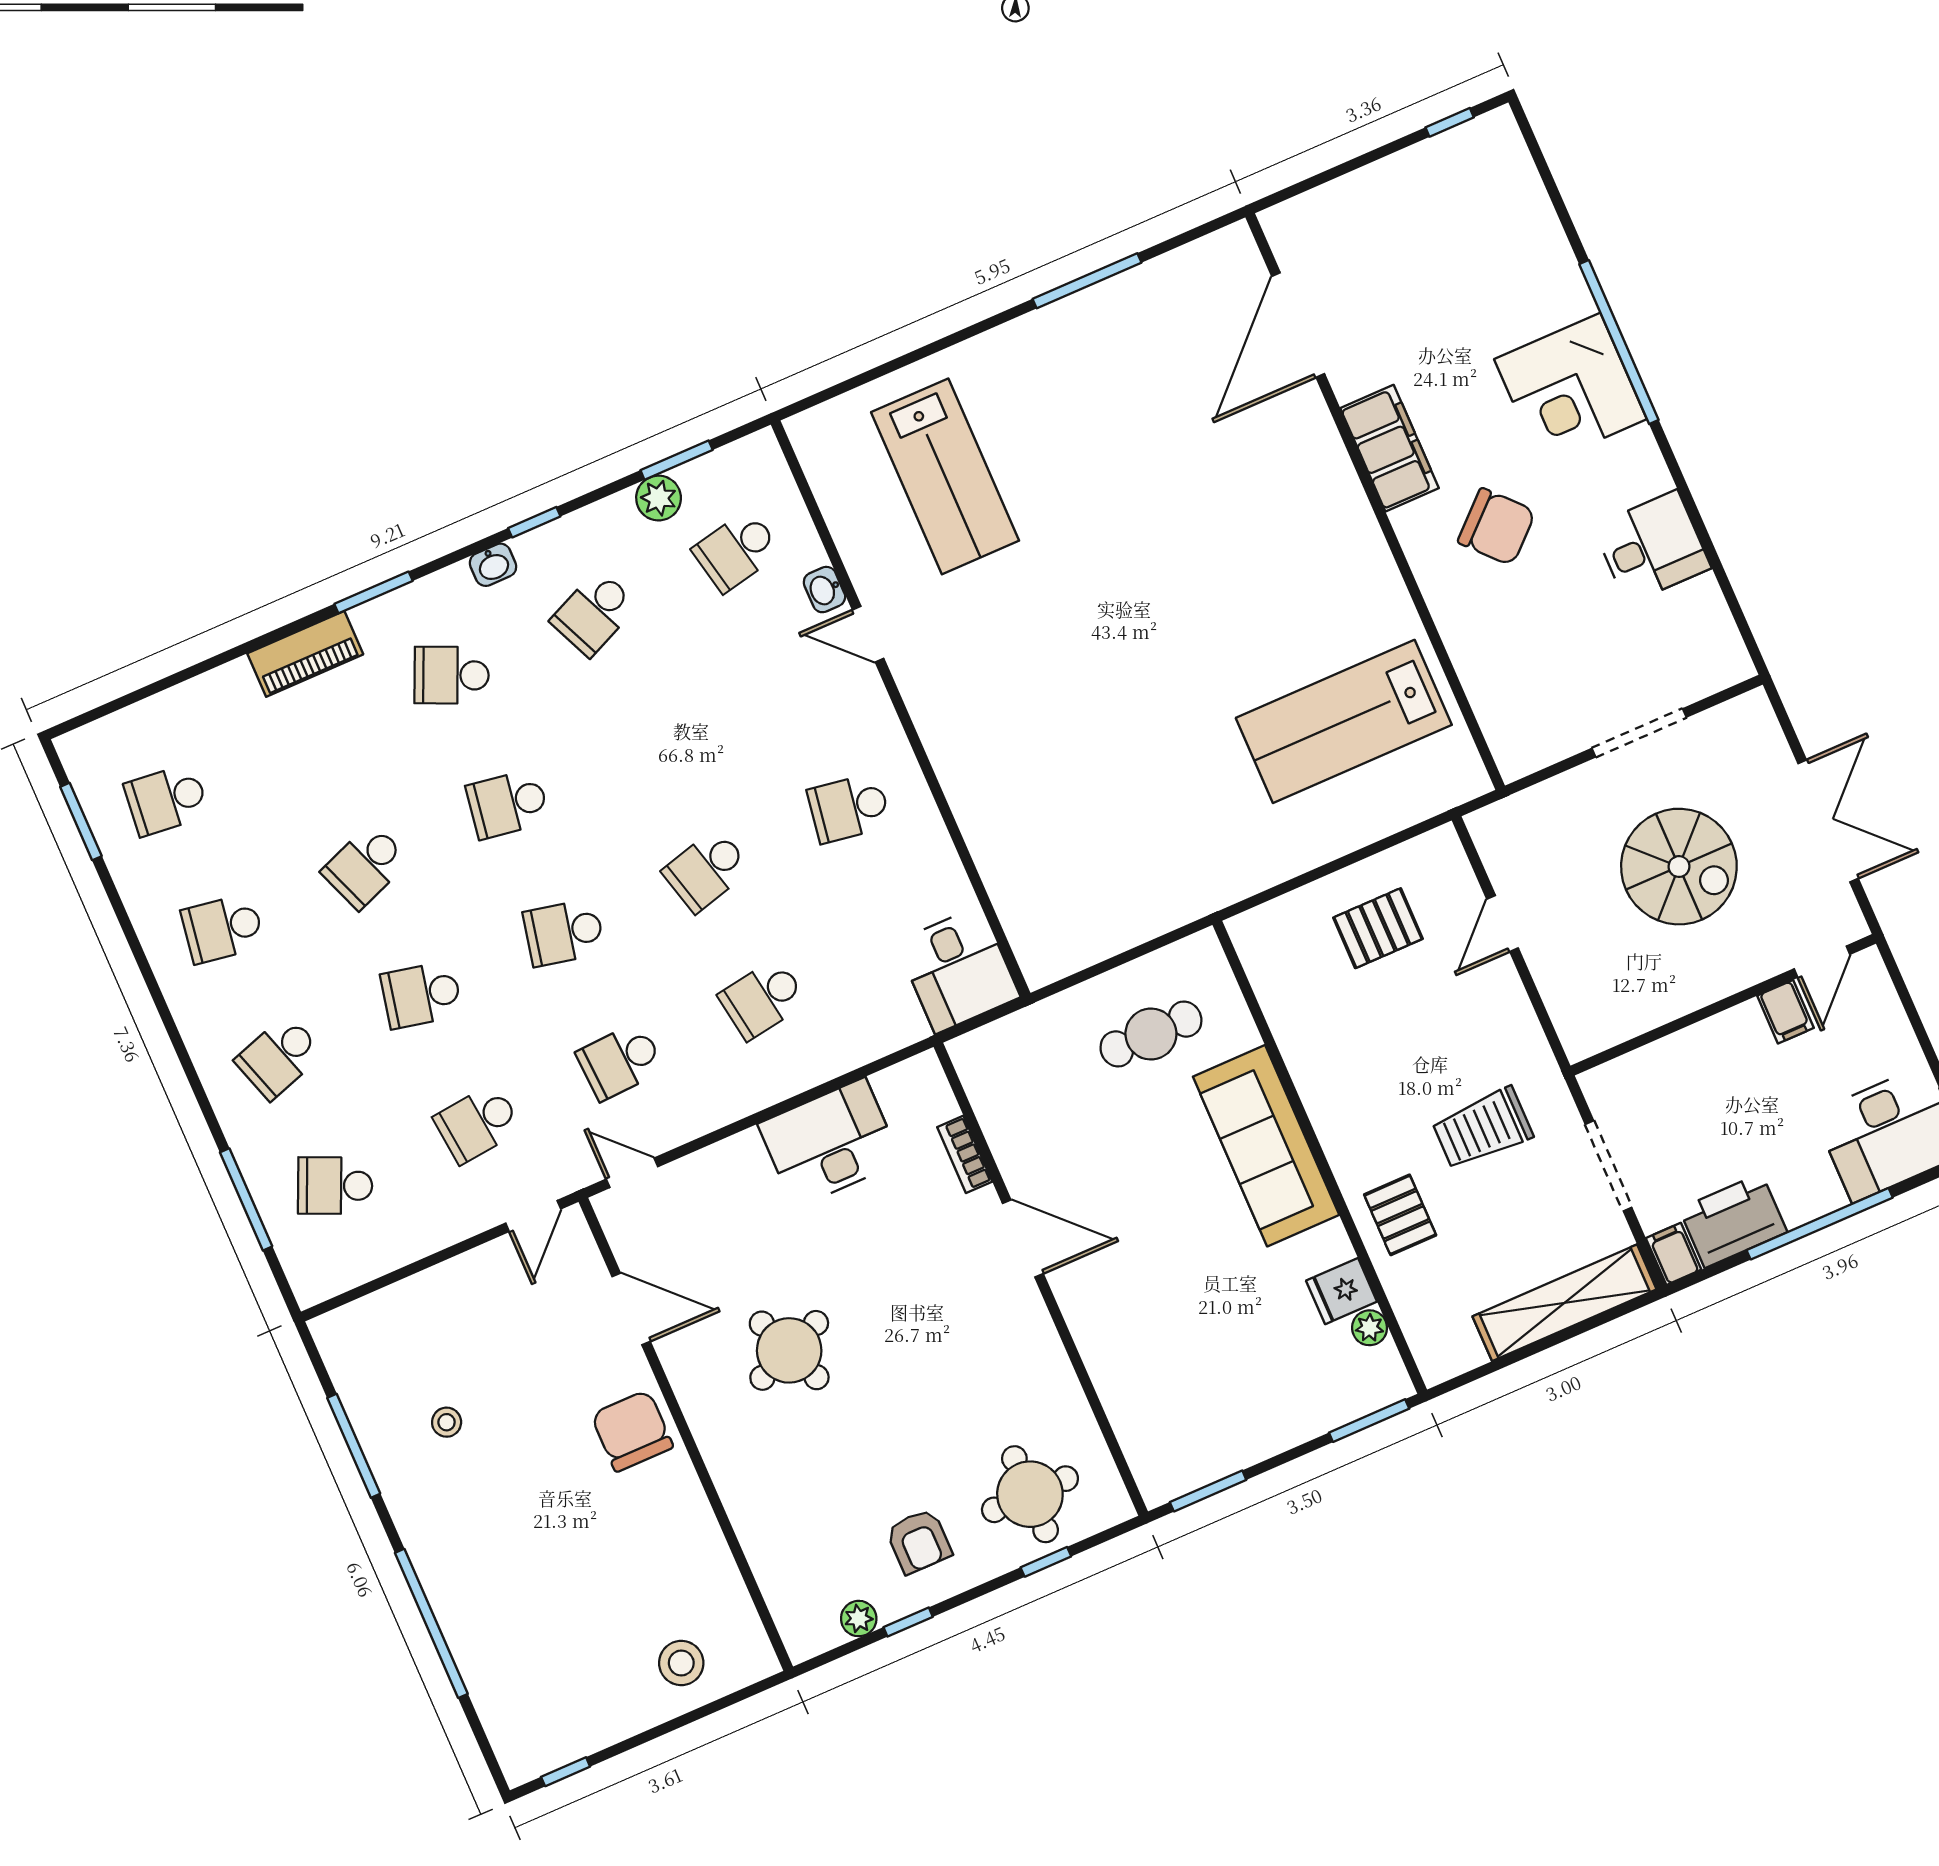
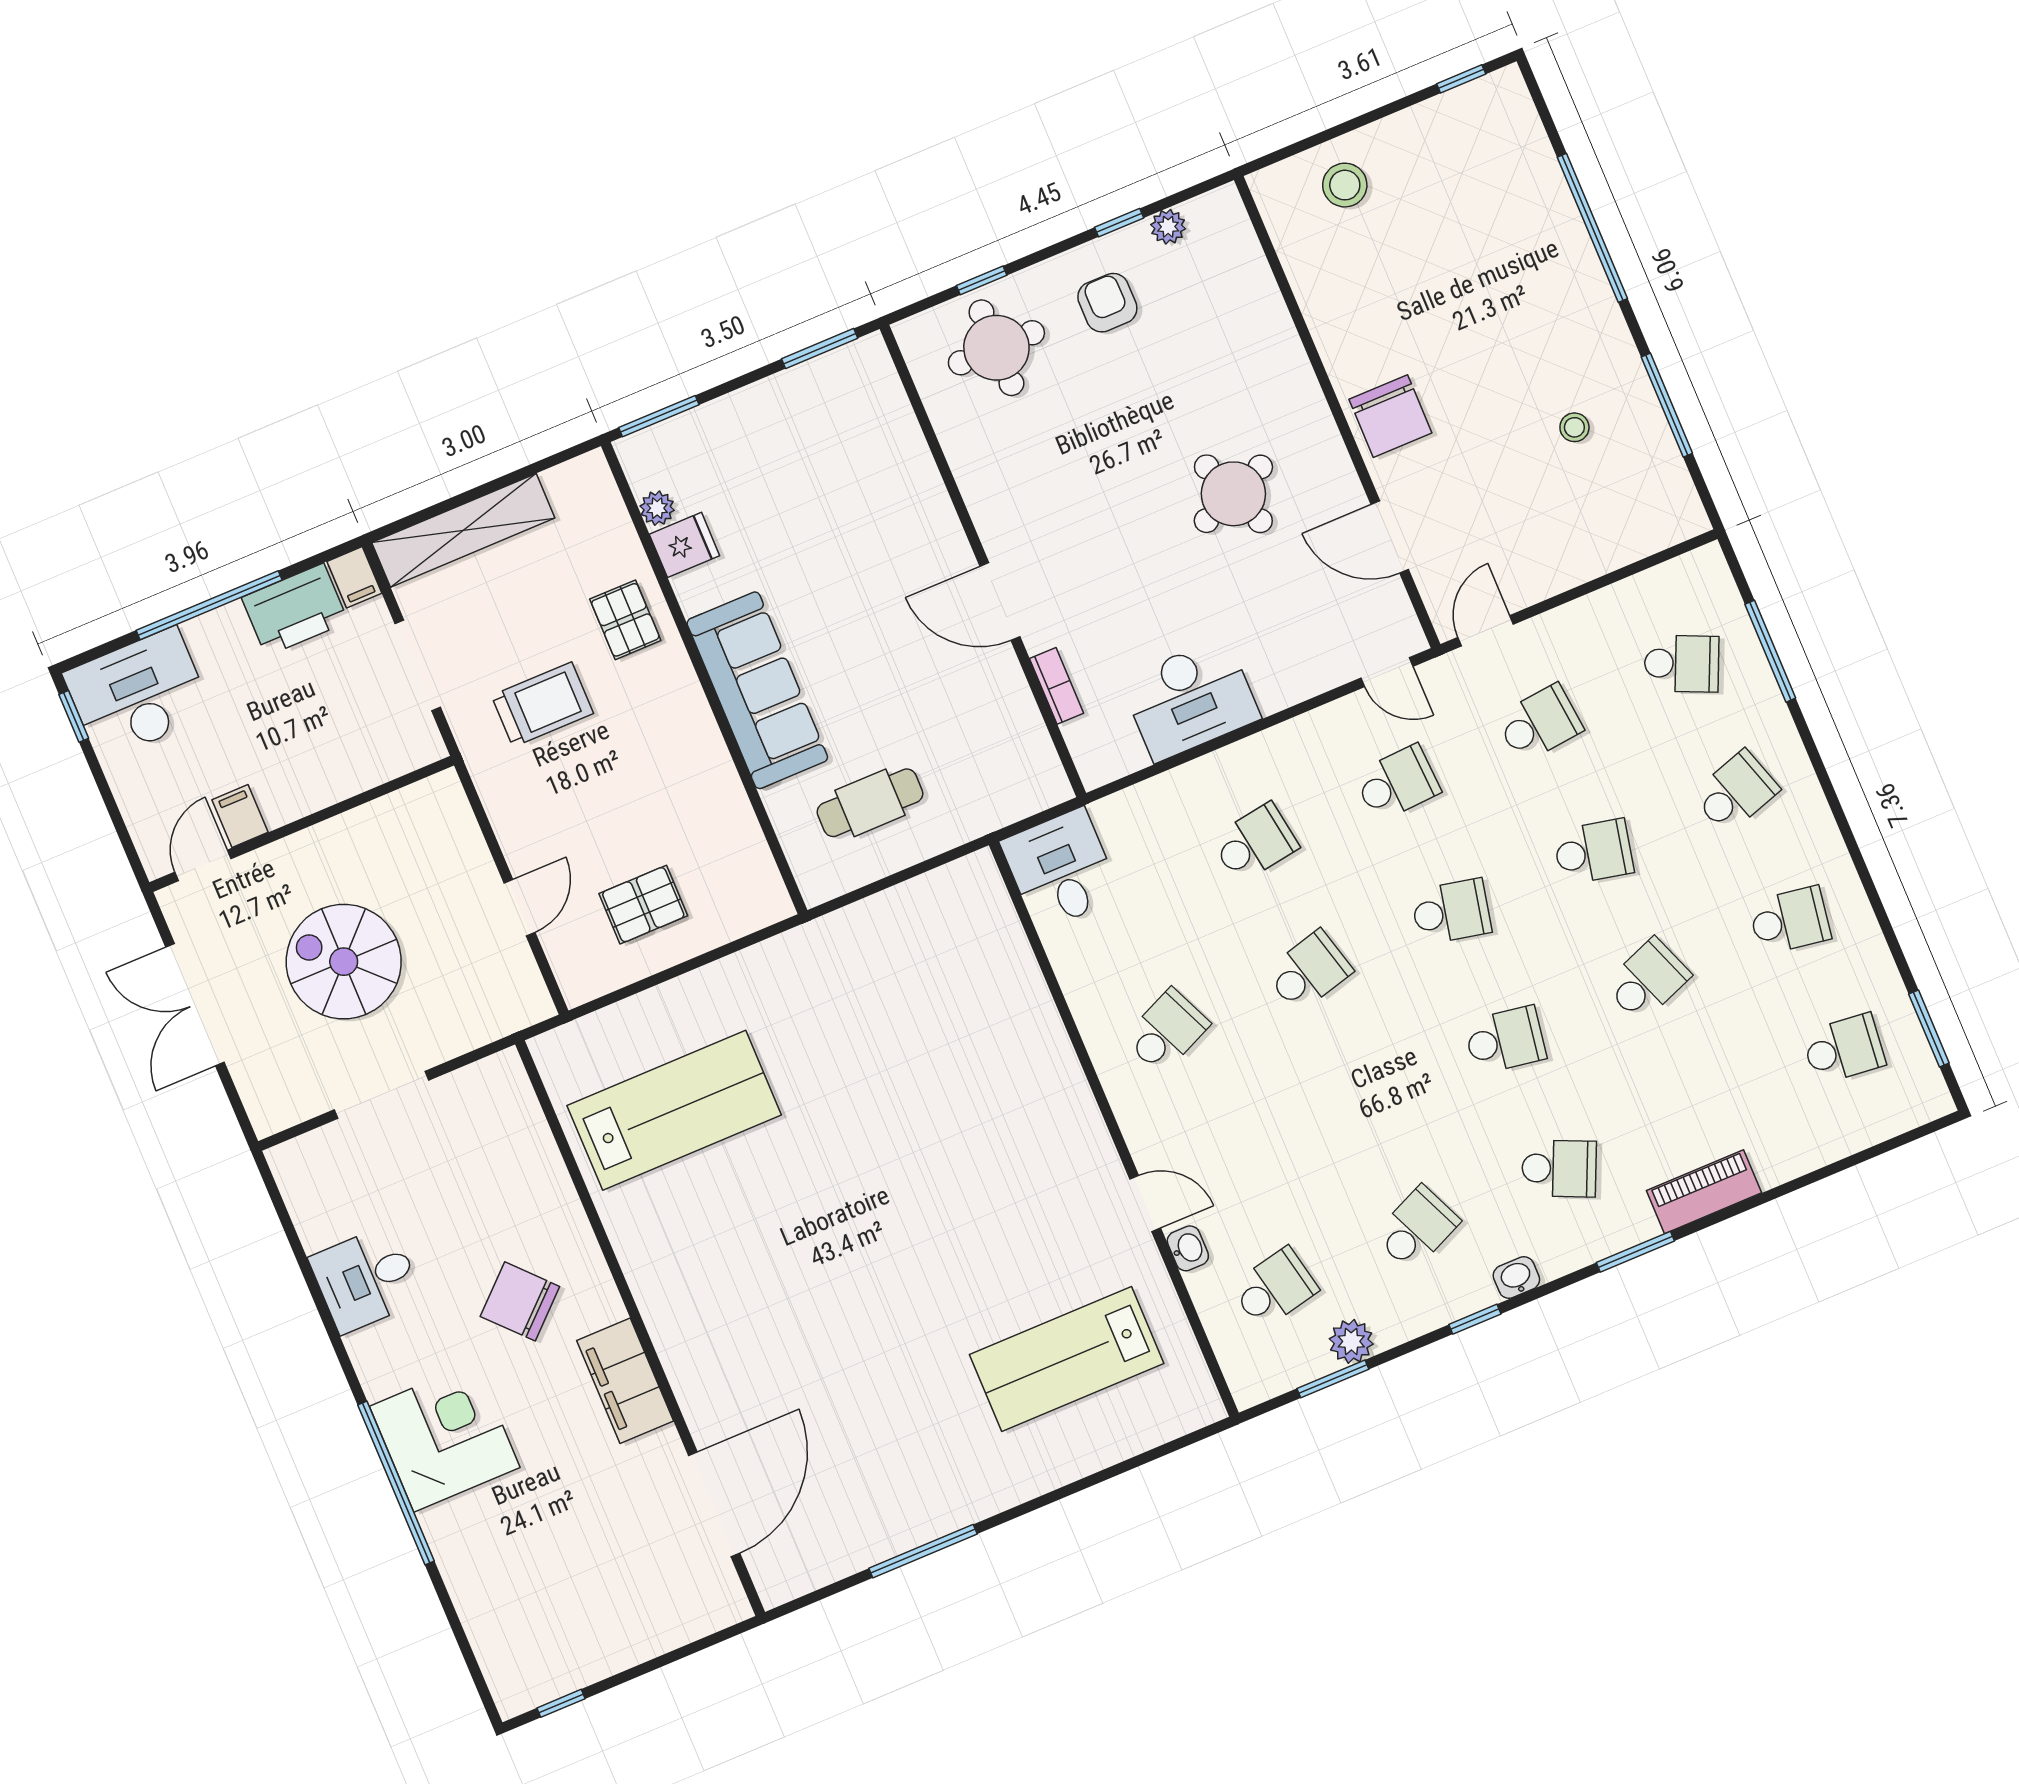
lab bench: (945, 476) -> (1067, 1359), turned -90
school desk: (849, 808) -> (1167, 1031), turned -33

